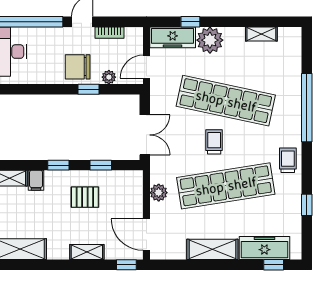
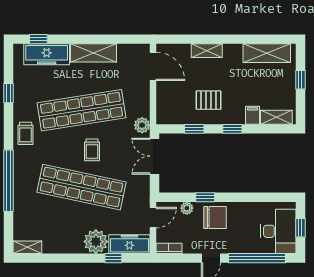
bookcase: (110, 33) -> (169, 248), moved
shelving: (261, 34) -> (27, 247), moved
plant: (159, 193) -> (142, 125), moved
window: (126, 265) -> (171, 39), removed

